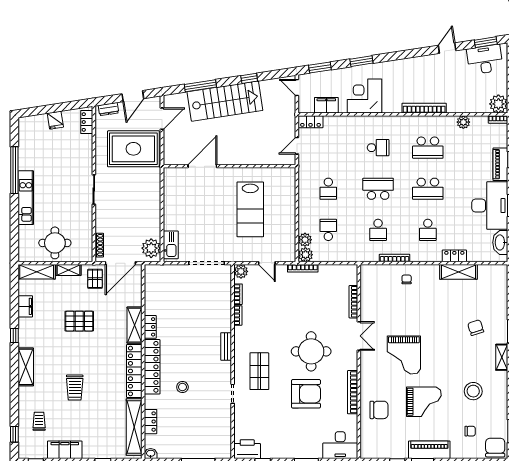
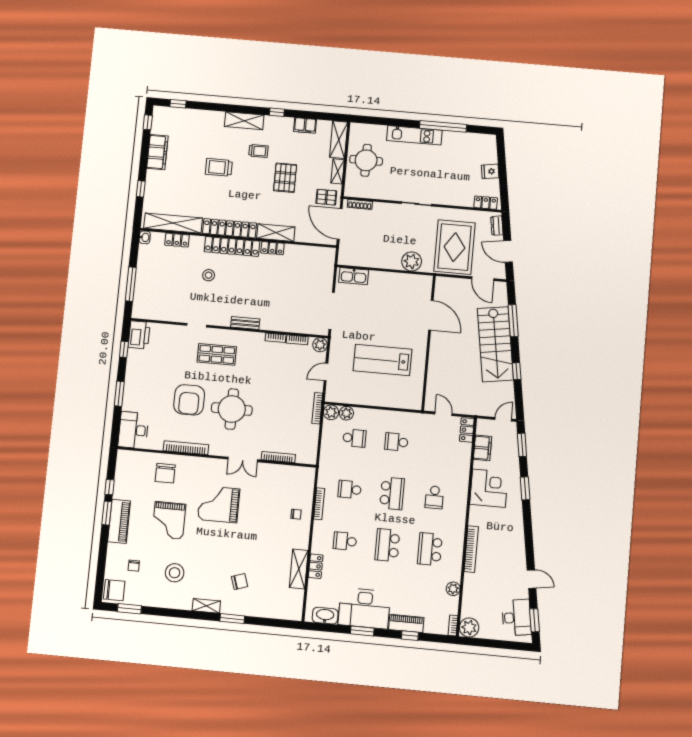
plant: (151, 248) -> (412, 261), moved
trolley: (39, 421) -> (258, 151), moved

